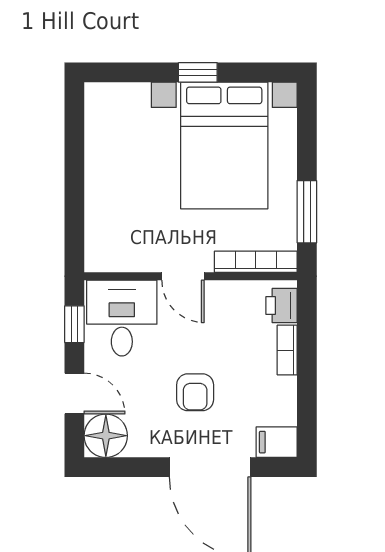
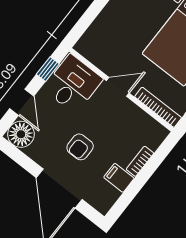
door: (183, 276) -> (118, 87), swing flipped
printer: (282, 306) -> (154, 138), removed
filing cabinet: (277, 442) -> (119, 178), moved

